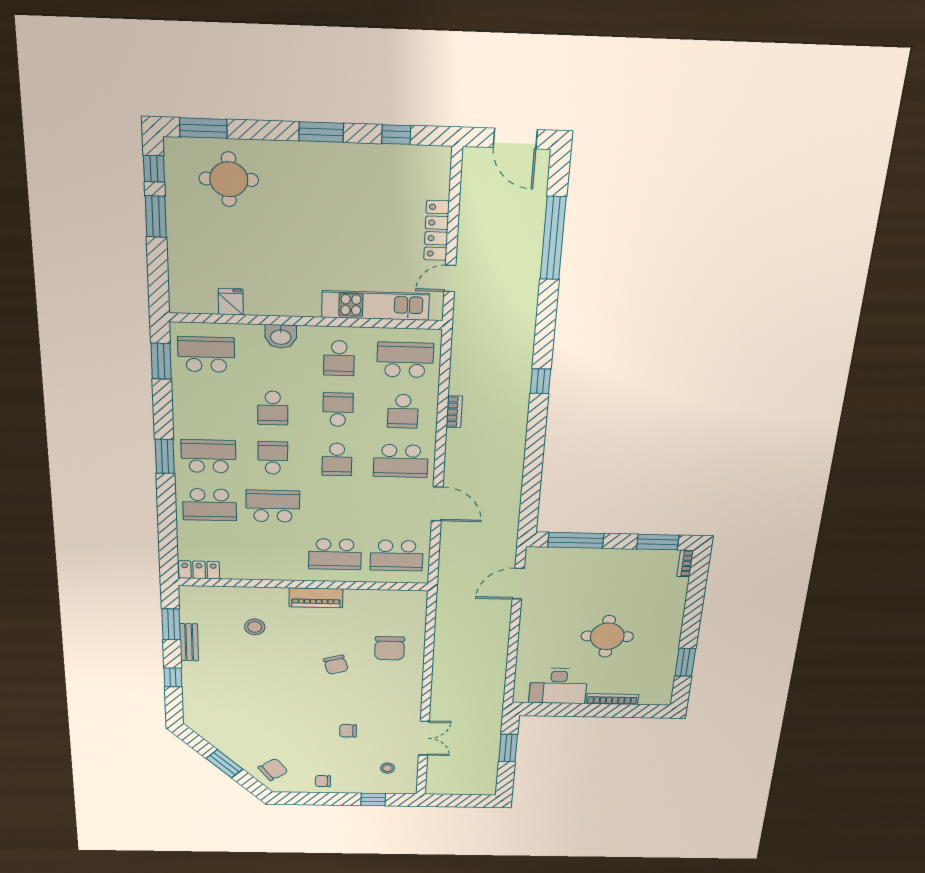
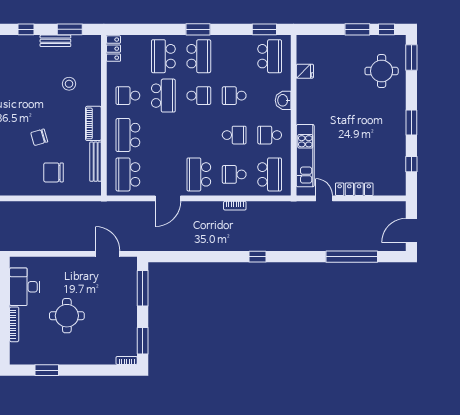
school desk: (337, 459) -> (128, 96), moved
bench: (375, 596) -> (96, 162), added

